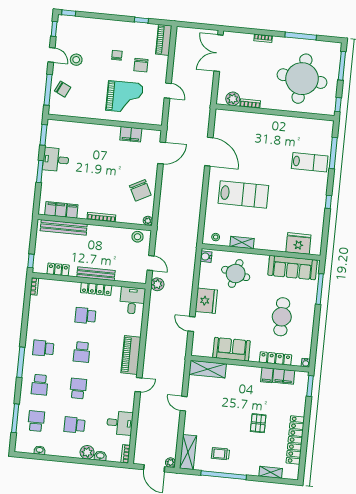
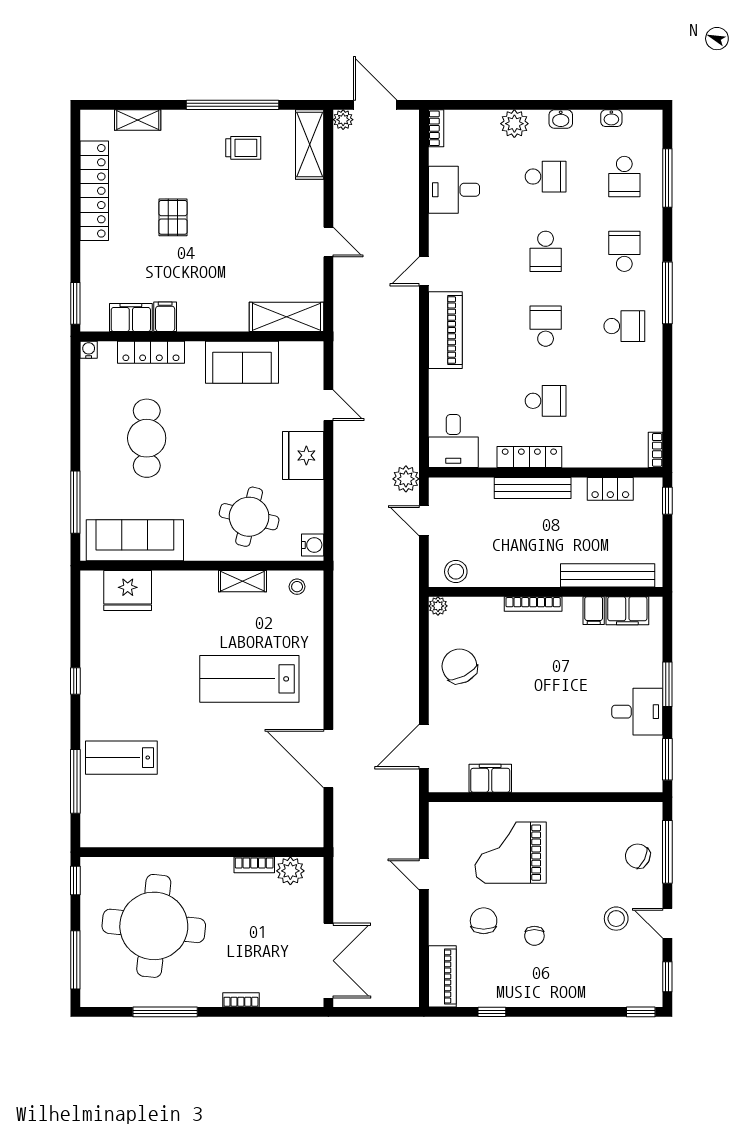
washbasin: (100, 456) -> (561, 119), moved

